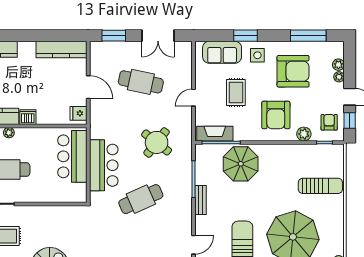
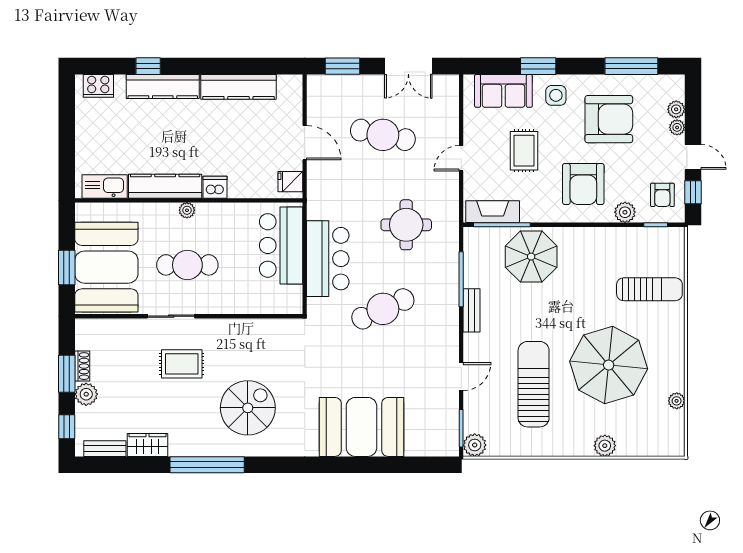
kitchen counter: (61, 49) -> (238, 87), moved
armchair: (329, 122) -> (662, 195), turned 180
round table: (157, 142) -> (406, 225), turned -38

